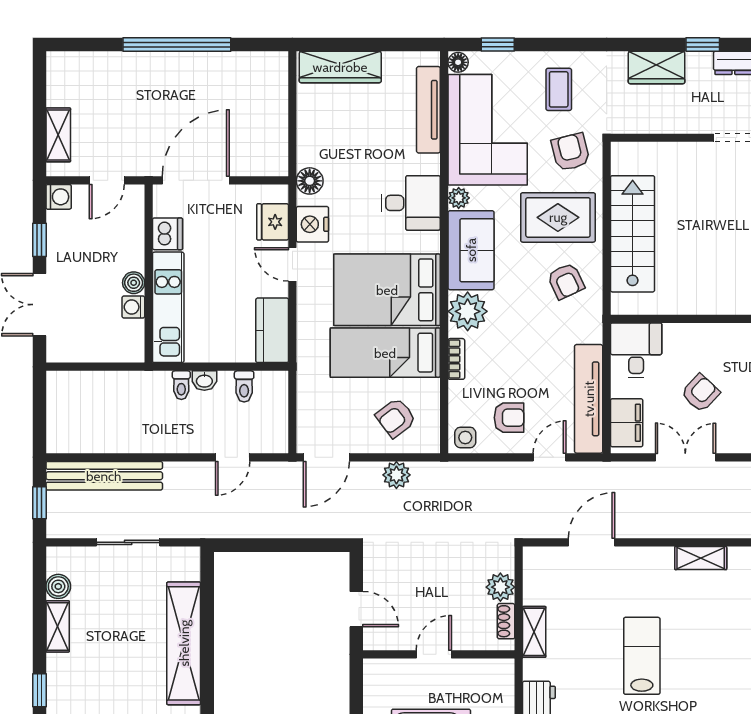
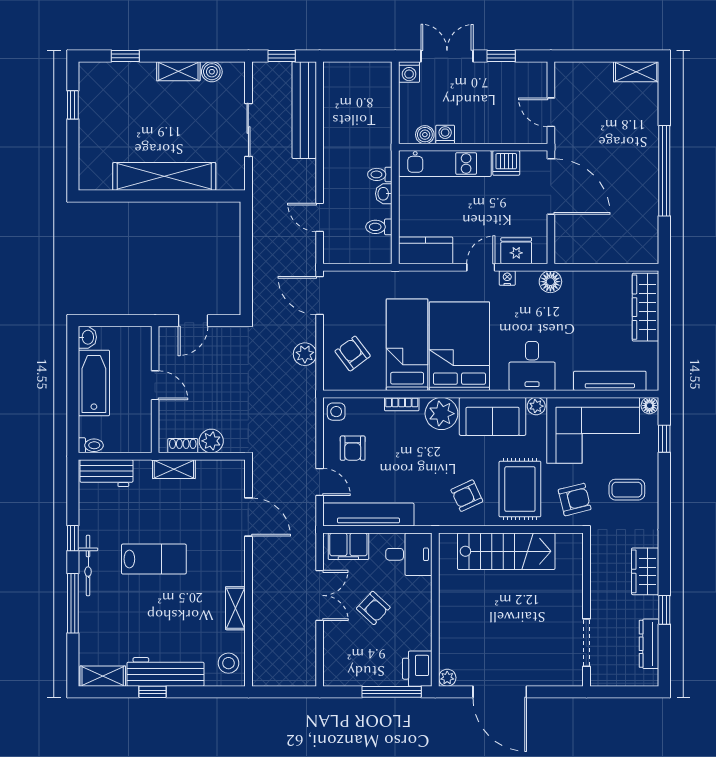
shelving: (58, 135) -> (636, 72), moved
washing machine: (59, 197) -> (409, 72), moved
nightstand: (312, 224) -> (507, 278), width x0.53, depth x0.56
boiler: (134, 283) -> (425, 135), moved

